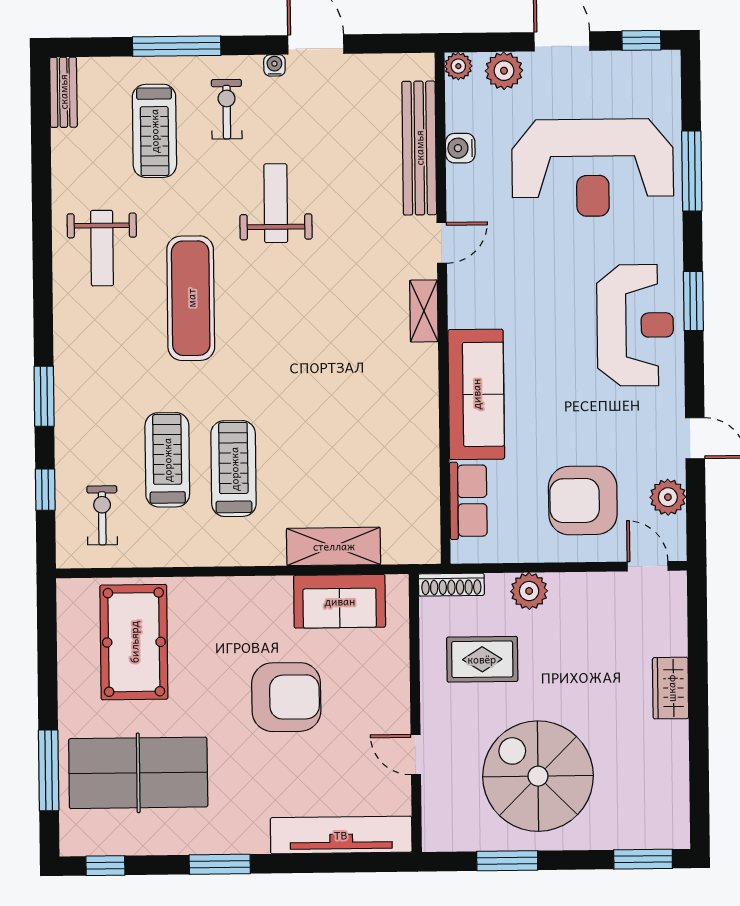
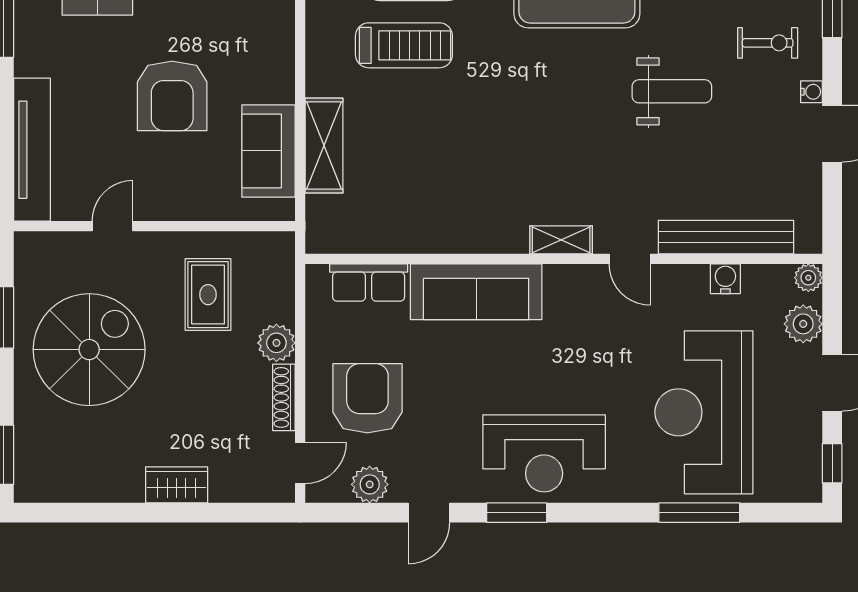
window: (693, 301) -> (517, 513), moved
shoe rack: (451, 585) -> (284, 397), moved

